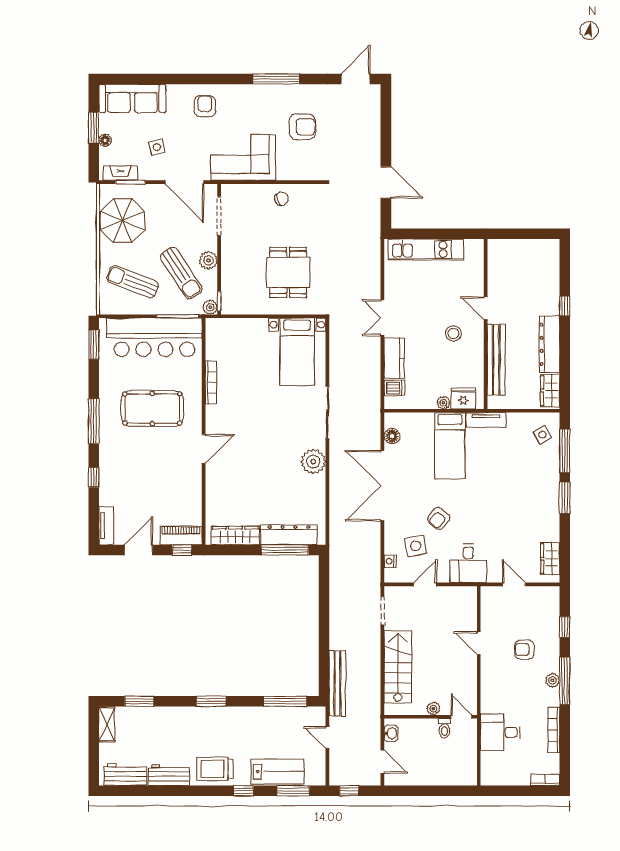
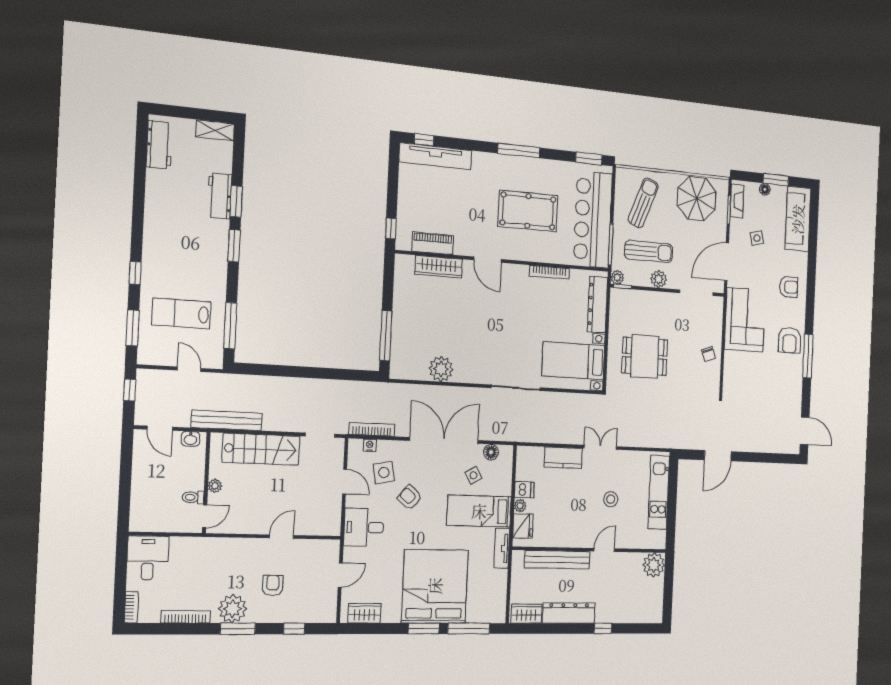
armchair: (302, 127) -> (790, 340), moved
plant: (500, 252) -> (654, 565), added
sun lounger: (181, 273) -> (649, 252), turned -147
stool: (453, 333) -> (611, 499), moved
dishwasher: (394, 388) -> (524, 490), moved, turned -90
pool table: (152, 408) -> (528, 211), turned 90
side table: (542, 435) -> (473, 475), moved
plant: (313, 461) -> (441, 369), moved
window: (94, 477) -> (424, 140), moved
bed: (524, 488) -> (435, 586), added
tv unit: (106, 526) -> (436, 156), width x1.92, depth x1.29
piano: (181, 535) -> (433, 243), moved, turned -90
dresser: (289, 535) -> (597, 304), moved, turned 180
wardrobe: (235, 536) -> (439, 267), moved, turned 90
door: (139, 550) -> (393, 183), removed
bookcase: (375, 560) -> (372, 429), added
plant: (552, 680) -> (233, 609), width x1.87, depth x1.87
window: (565, 681) -> (238, 629), width x0.69
bench: (337, 683) -> (227, 420), moved
window: (139, 701) -> (236, 201), moved
desk: (500, 732) -> (148, 558), moved
door: (327, 738) -> (189, 369), hinge flipped
door: (382, 762) -> (160, 428), hinge flipped
trolley: (215, 769) -> (161, 244), removed
lab bench: (277, 772) -> (181, 313), moved, turned 90
workbench: (169, 775) -> (220, 196), moved, turned 180

